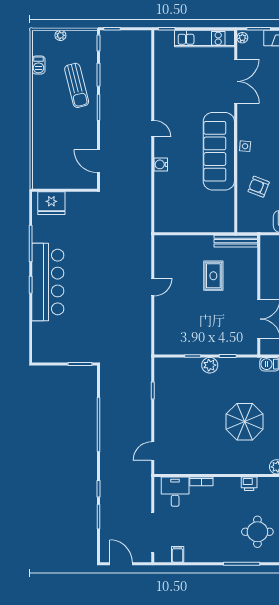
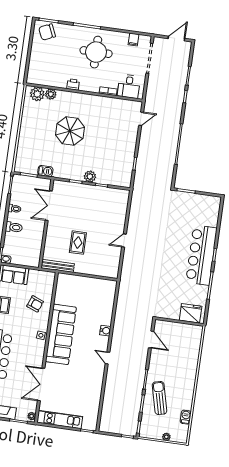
round table: (257, 532) -> (96, 52), moved, width x1.36, depth x1.36
door: (121, 564) -> (176, 38), swing flipped

